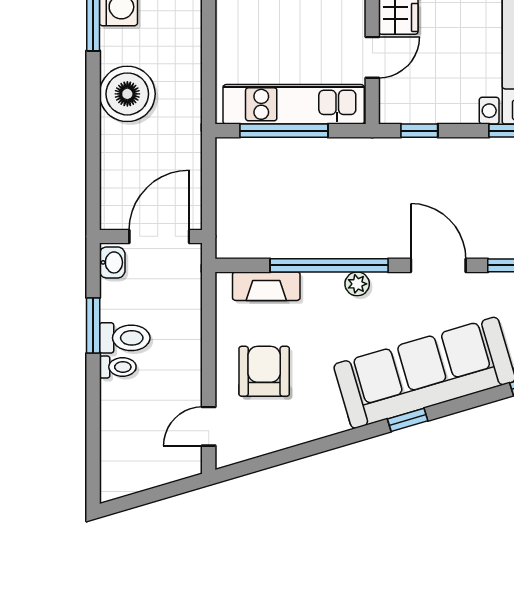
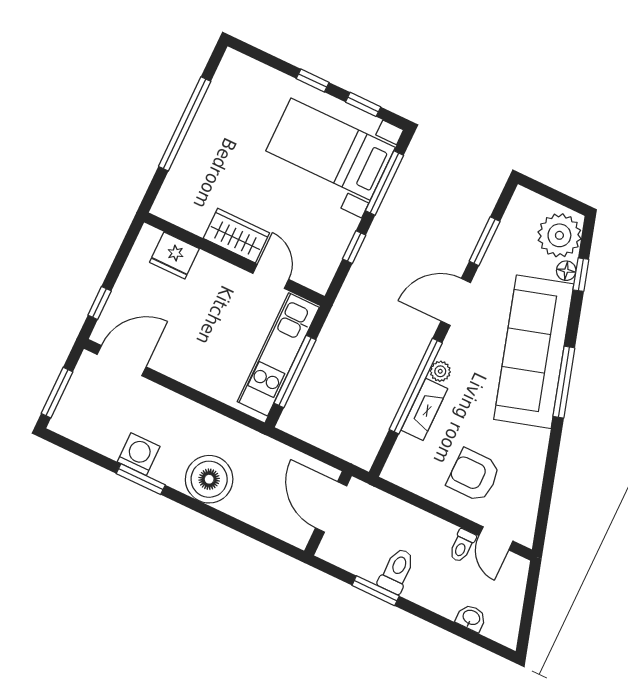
window: (419, 131) -> (354, 247), moved
washbasin: (112, 262) -> (471, 618), moved
fireplace: (266, 286) -> (424, 409), moved
toilet: (118, 367) -> (462, 546), moved, turned 180
window: (408, 420) -> (564, 382), width x2.17

